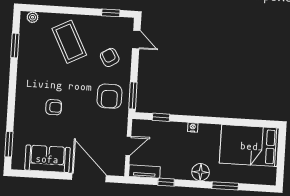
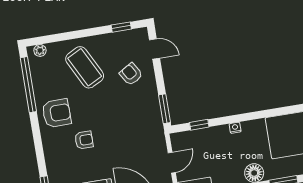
window: (15, 46) -> (28, 85), width x2.11
armchair: (109, 96) -> (57, 113), moved, turned -91

